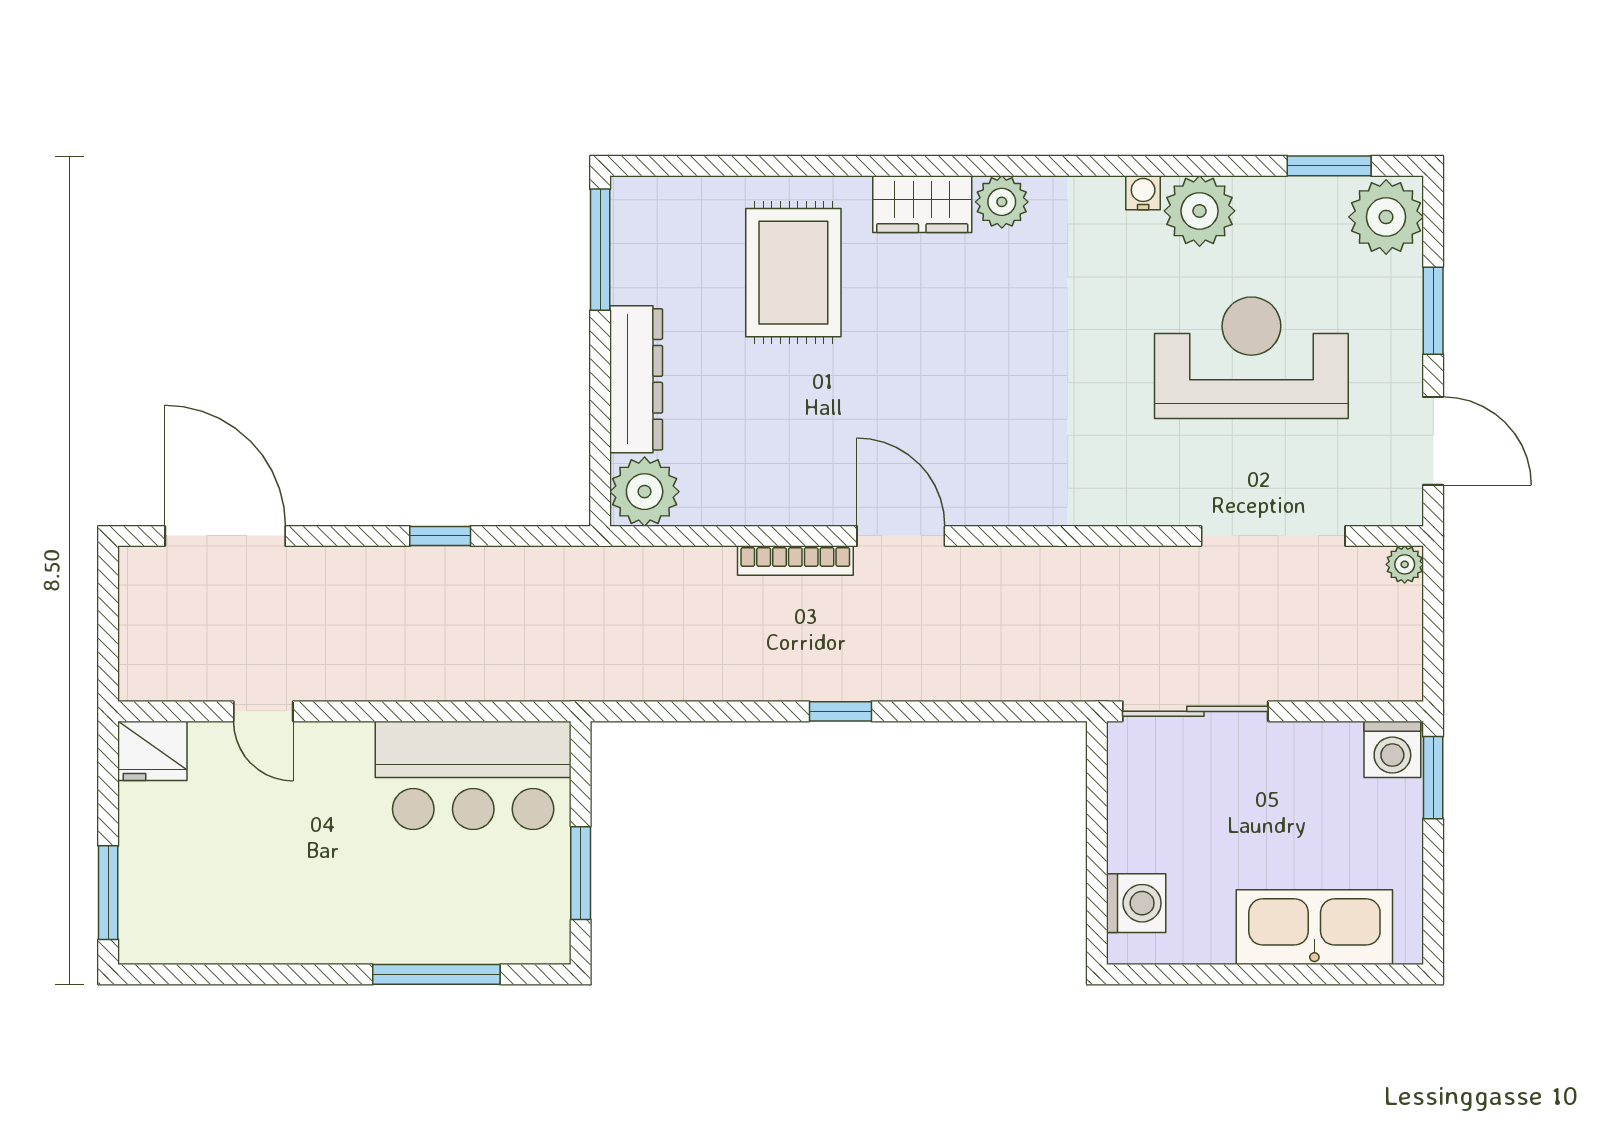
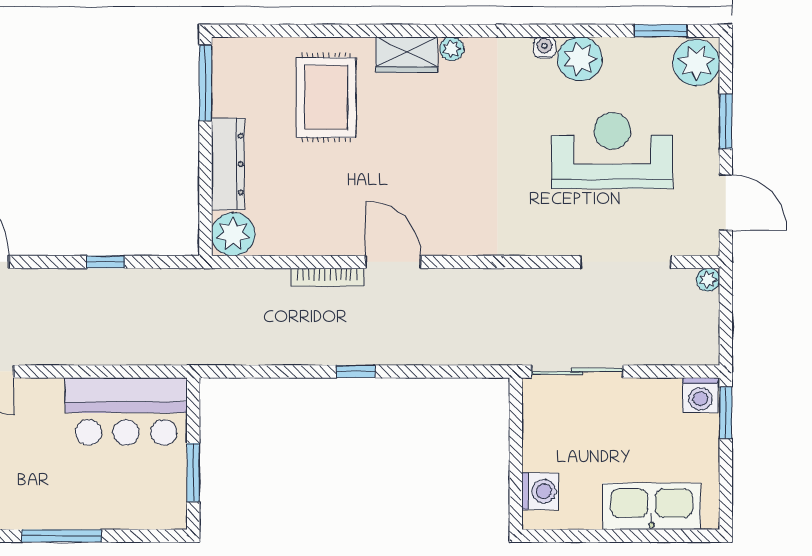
plant: (1002, 202) -> (452, 49), width x0.73, depth x0.73
window: (436, 974) -> (62, 536), moved

